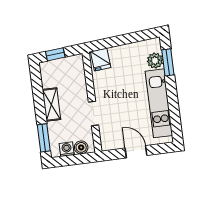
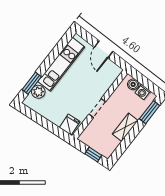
doorway: (94, 113) -> (97, 108), moved

